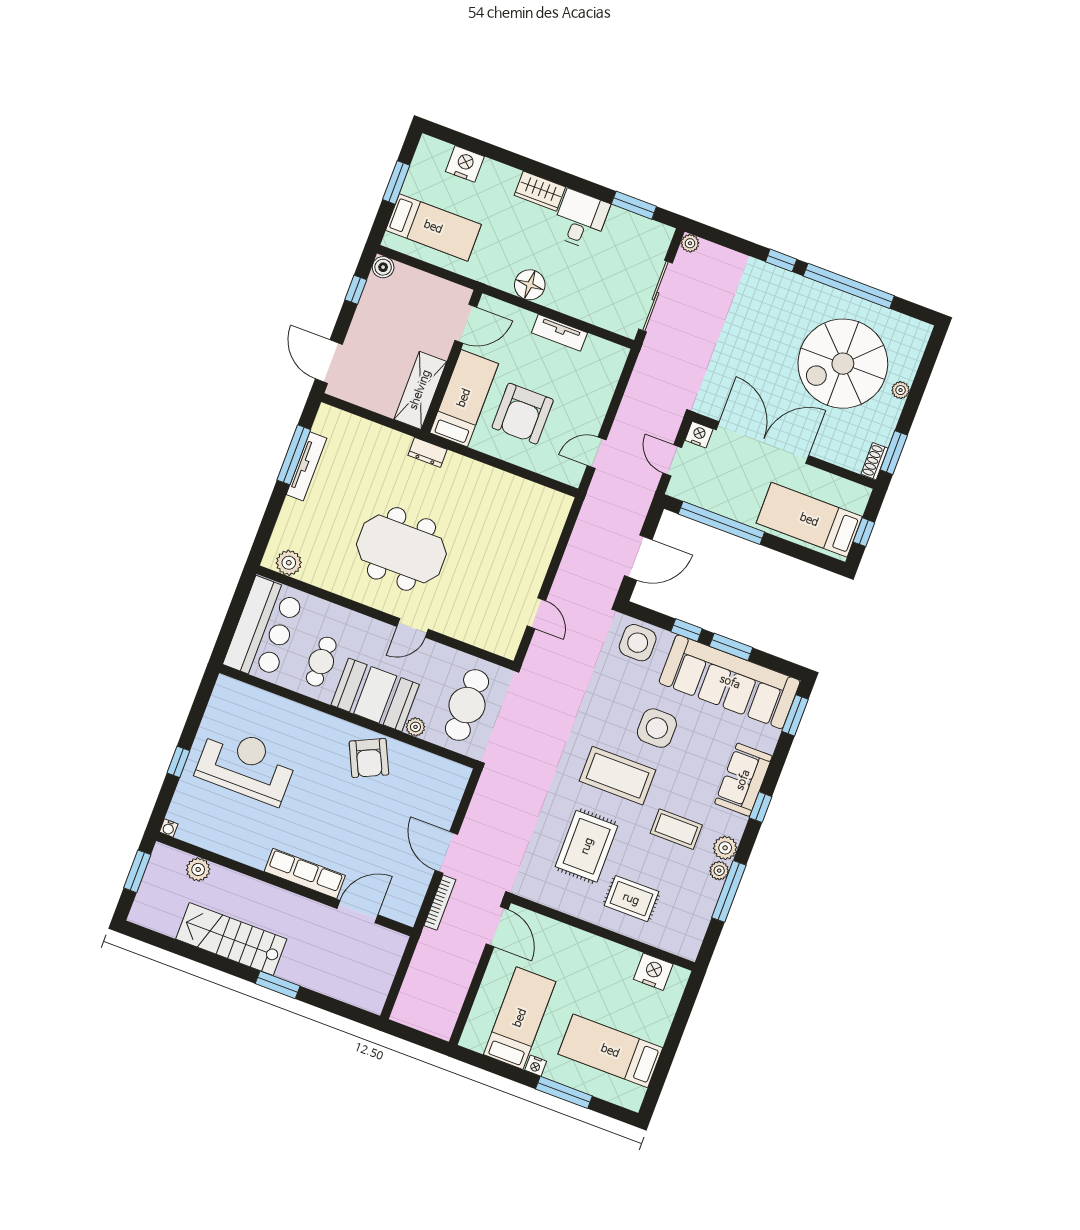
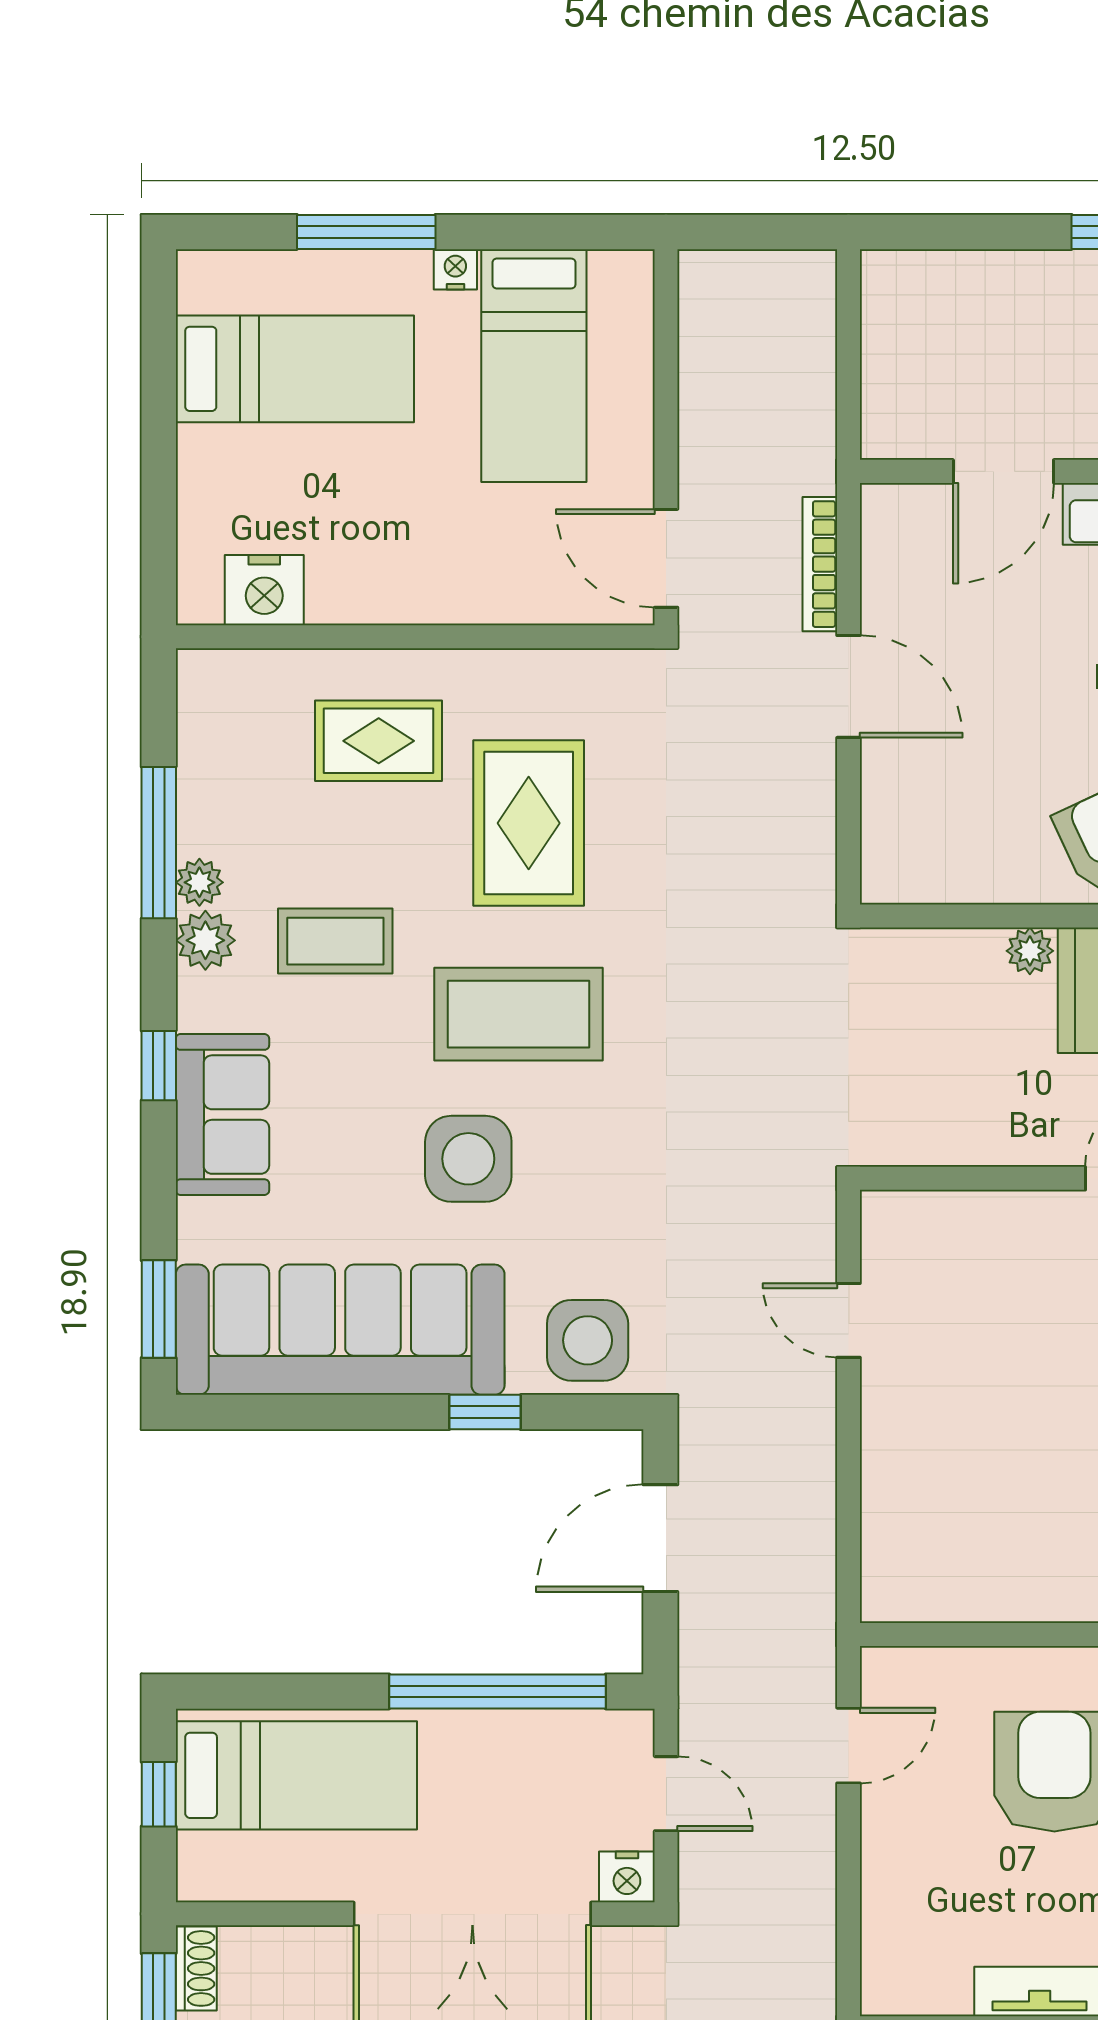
window: (731, 647) -> (367, 1412), removed
cafe table: (467, 705) -> (929, 1047), removed

